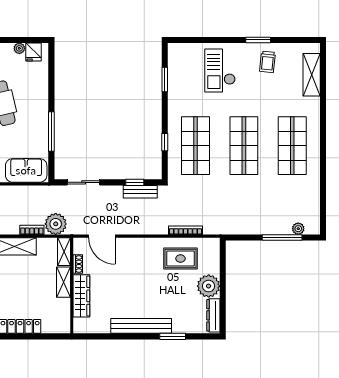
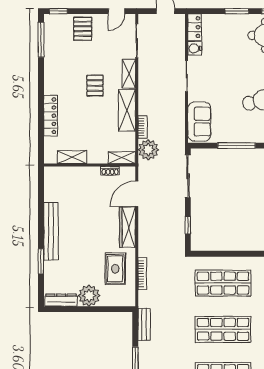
window: (165, 142) -> (226, 254), removed
sliding door: (84, 182) -> (188, 176), width x1.37
bench: (140, 192) -> (144, 324), moved
shelving: (63, 282) -> (72, 157), moved
wardrobe: (81, 296) -> (127, 227), moved, turned 90

